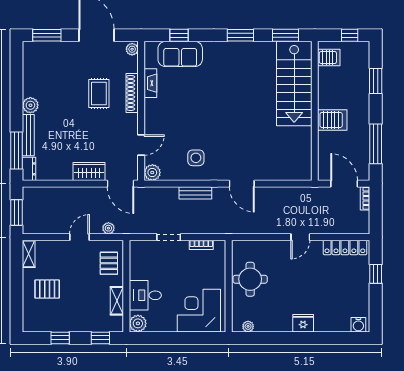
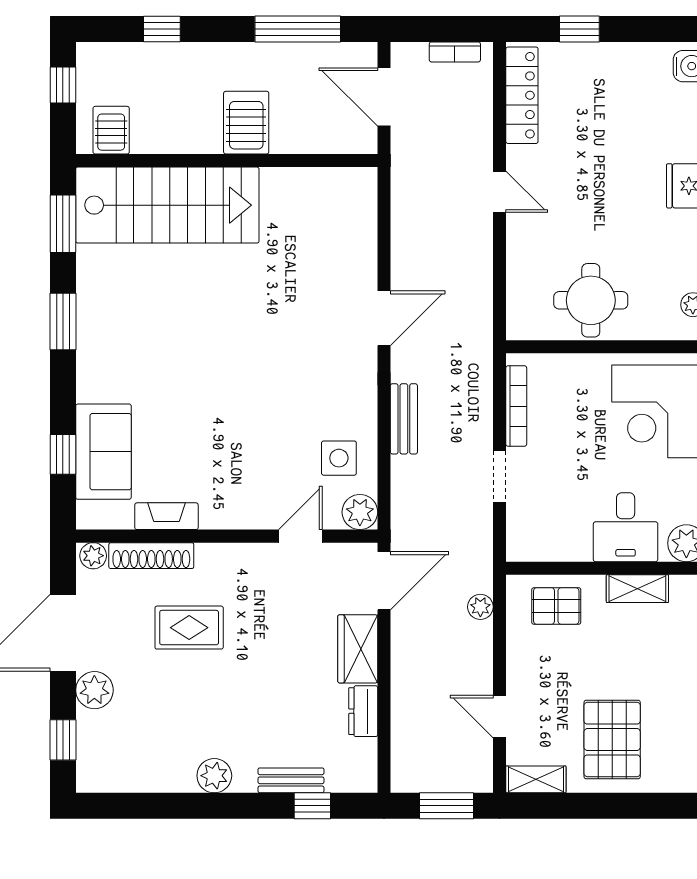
window: (47, 35) -> (63, 740), width x0.67
plant: (70, 50) -> (94, 690), added
window: (376, 81) -> (162, 29), width x0.67
shoe rack: (132, 93) -> (151, 556), moved
bench: (28, 135) -> (291, 780), width x0.73
door: (141, 145) -> (300, 536), hinge flipped
window: (17, 151) -> (312, 806), width x0.46
side table: (196, 158) -> (339, 458), moved
dresser: (29, 169) -> (363, 711), moved, turned -90
door: (344, 184) -> (384, 97), hinge flipped
bookcase: (365, 198) -> (455, 52), moved
door: (79, 237) -> (500, 717), moved
bookcase: (201, 245) -> (516, 406), width x1.56
pallet: (47, 289) -> (612, 740), width x1.50, depth x1.42

